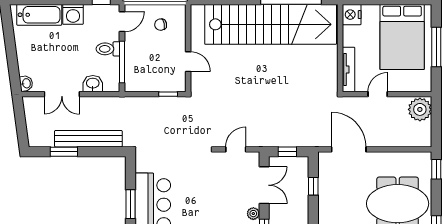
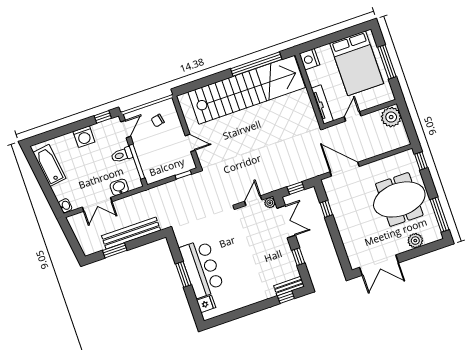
bathtub: (39, 15) -> (49, 165), moved, turned -98
plant: (253, 214) -> (270, 203), moved

